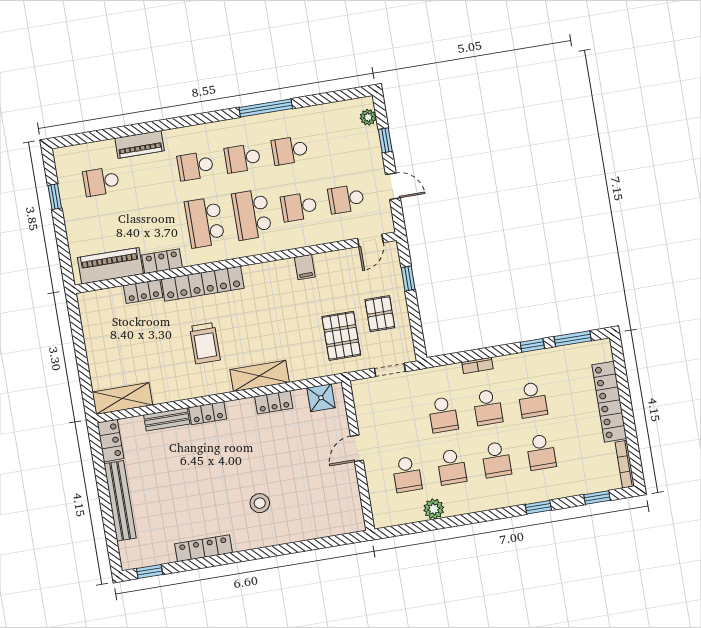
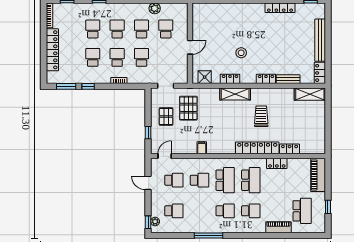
window: (385, 140) -> (148, 222), moved
school desk: (290, 150) -> (174, 211), moved
school desk: (101, 182) -> (302, 211), width x1.85
piano: (110, 266) -> (318, 175), moved, turned 90
stool: (260, 503) -> (241, 53), moved

